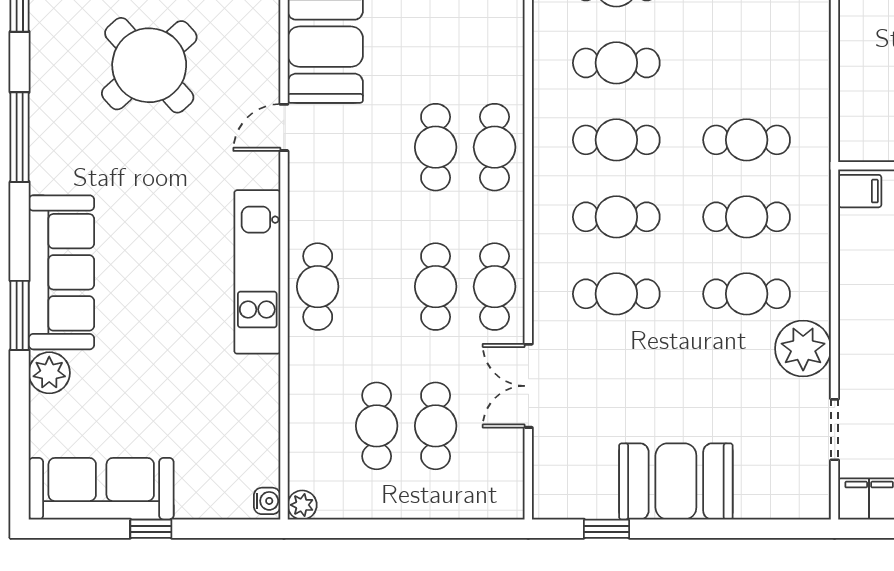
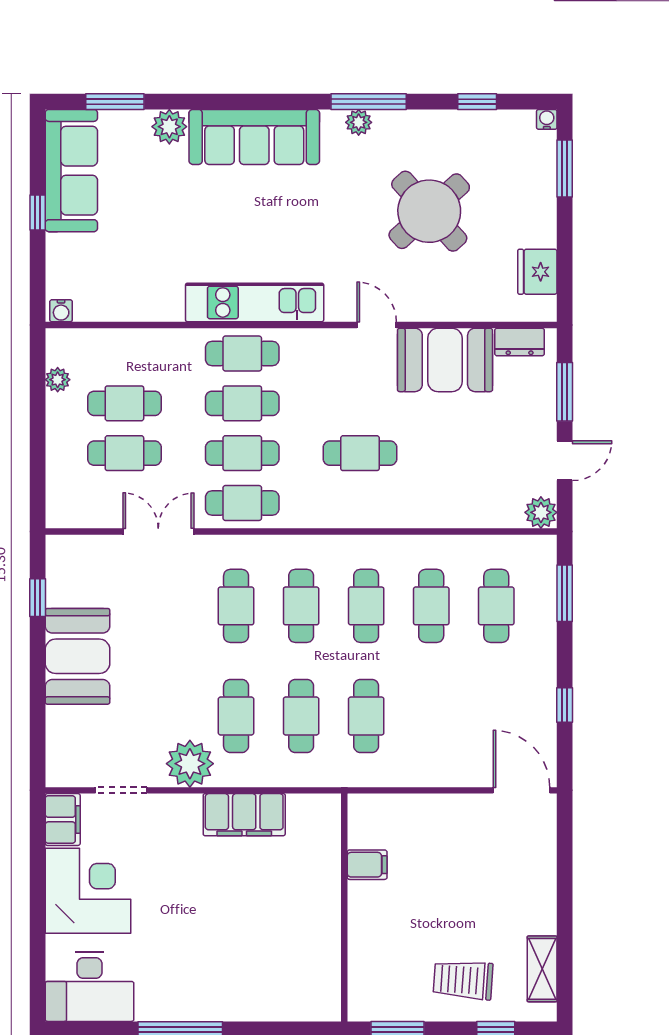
cafe table: (495, 147) -> (242, 403), moved
plant: (44, 149) -> (359, 122), added
filing cabinet: (860, 191) -> (244, 815), moved, width x3.00, depth x1.17
window: (20, 315) -> (115, 102), moved
plant: (302, 505) -> (58, 380), moved

